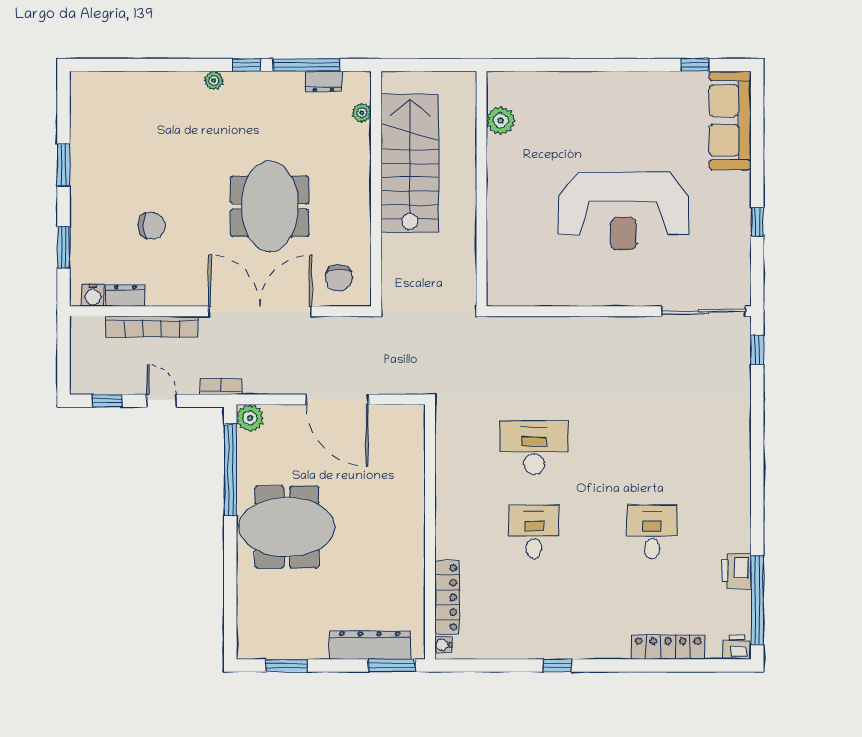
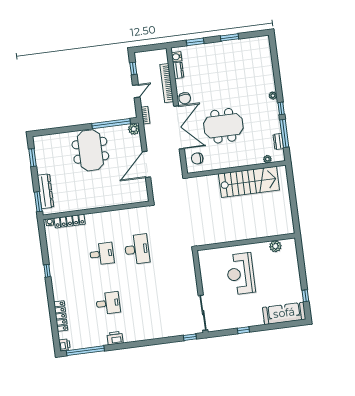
plant: (501, 120) -> (275, 246), moved
wall: (482, 189) -> (246, 242), moved
reception desk: (623, 211) -> (241, 274), width x0.74, depth x0.77
chair: (152, 226) -> (185, 98), moved
printer: (737, 571) -> (115, 338), moved

